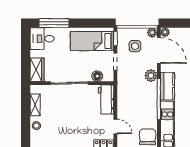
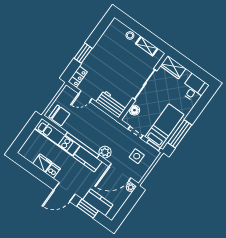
window: (54, 23) -> (180, 134), moved
plant: (152, 33) -> (138, 177), removed

